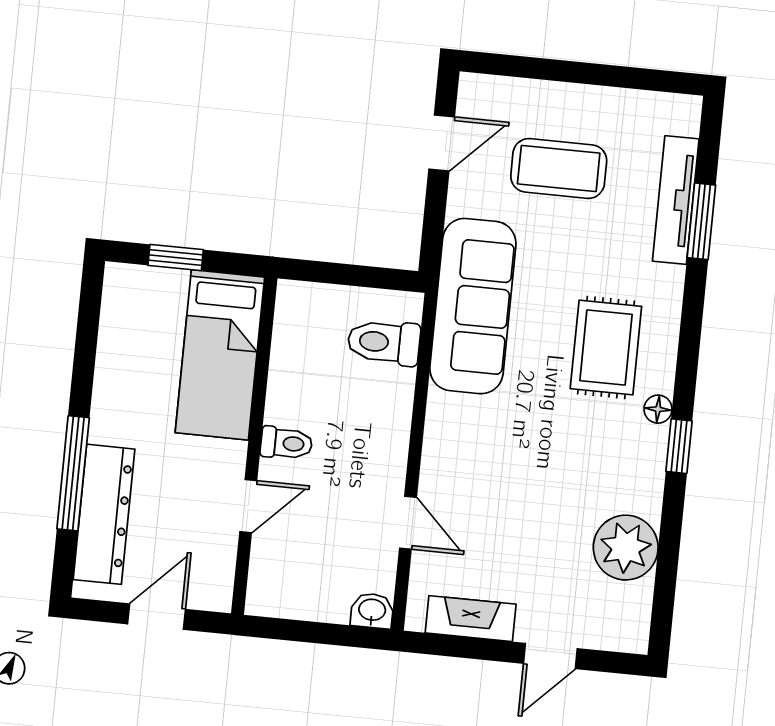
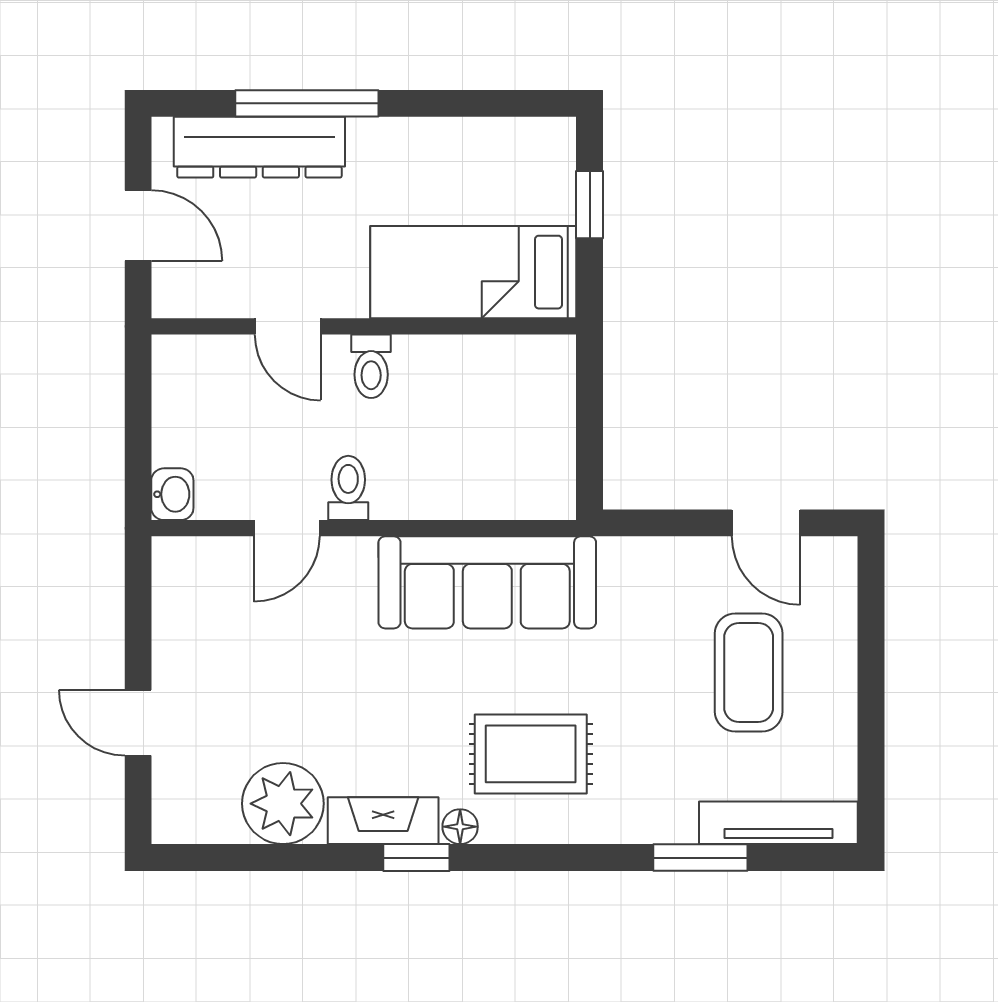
tv unit: (676, 200) -> (778, 823), moved
sofa: (473, 306) -> (487, 582), moved
toilet: (384, 342) -> (348, 488), moved, width x0.73, depth x0.72
fireplace: (471, 619) -> (383, 821), moved, turned -90

